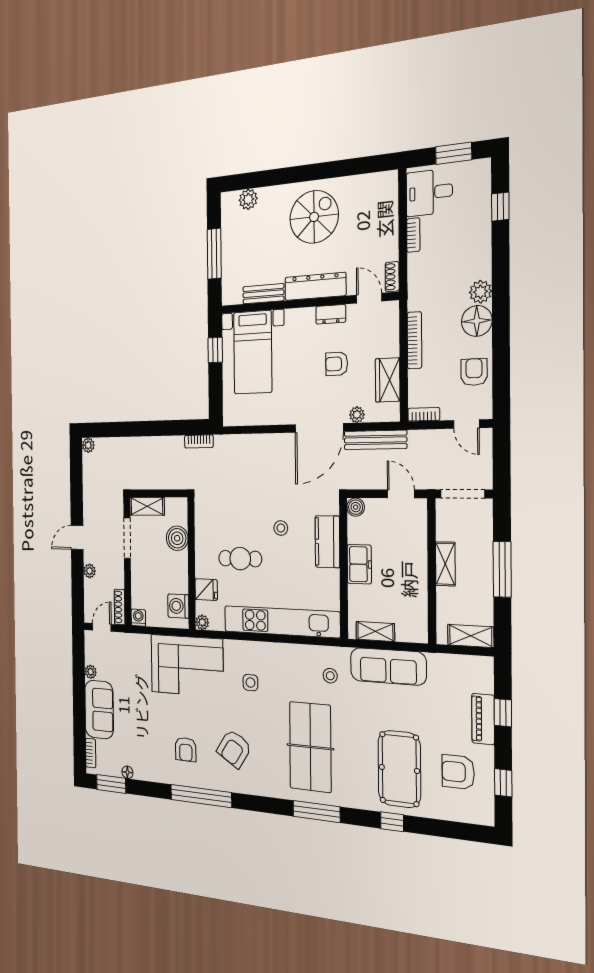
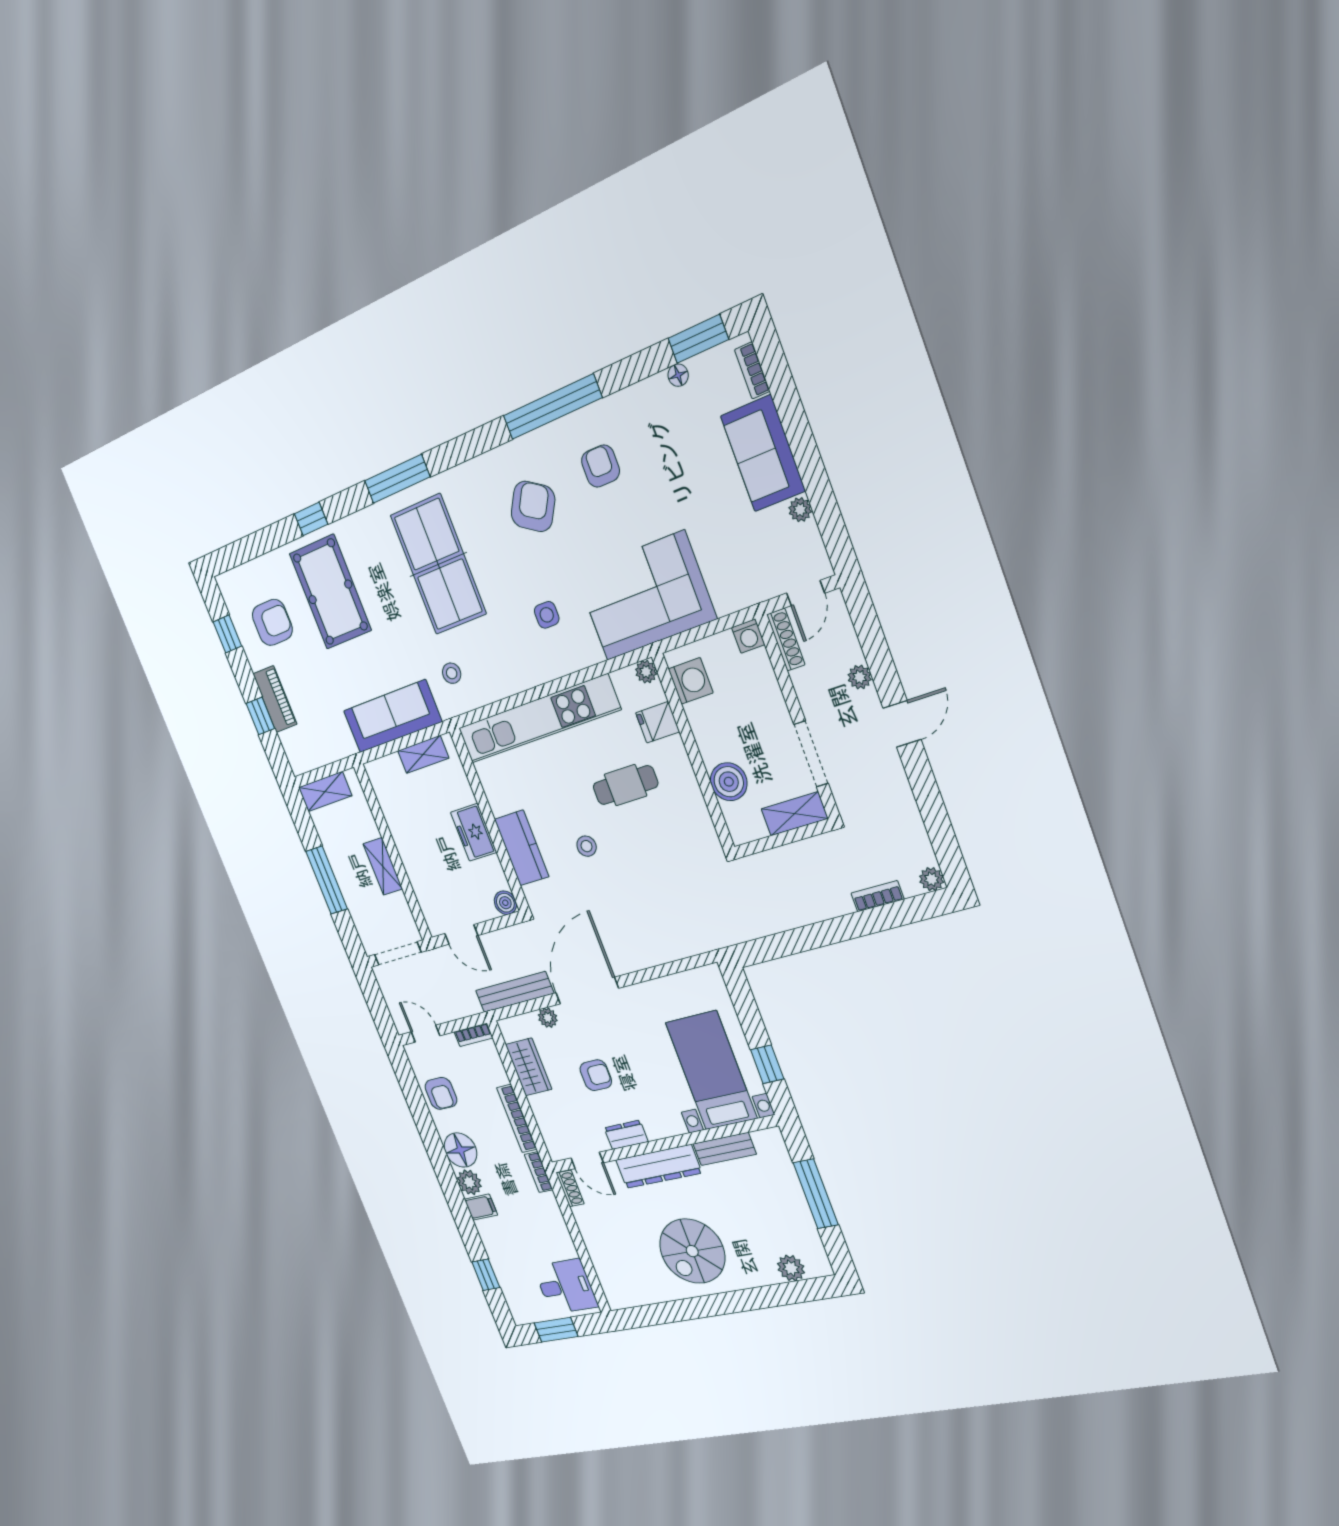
bookcase: (413, 235) -> (539, 1172), moved
filing cabinet: (479, 269) -> (481, 1207), added
bookcase: (199, 441) -> (877, 896), moved

